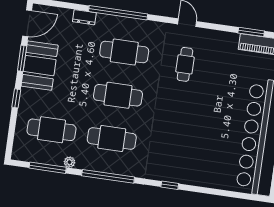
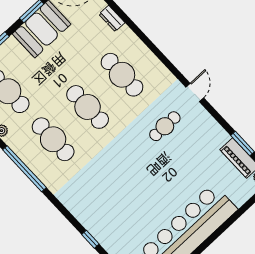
window: (118, 13) -> (143, 38), removed
window: (170, 185) -> (90, 239), moved

